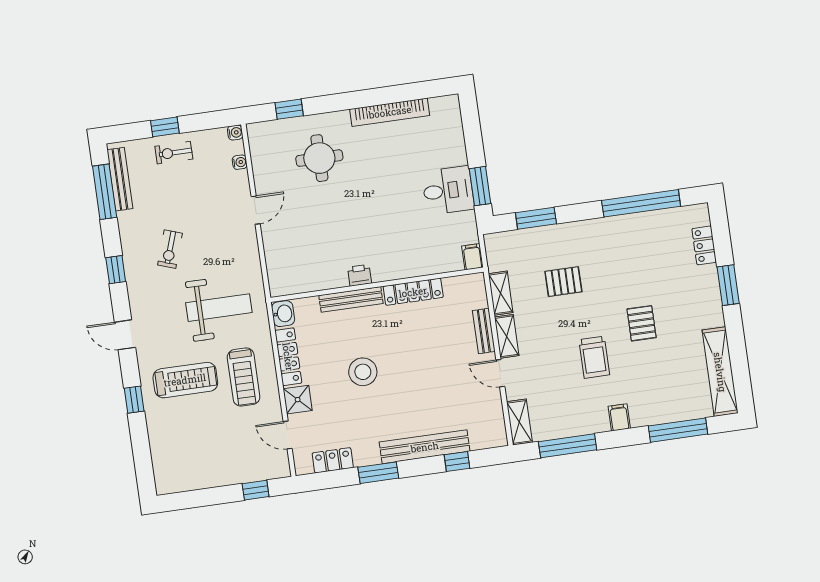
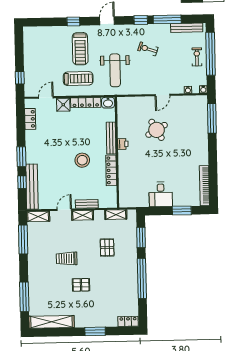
window: (289, 109) -> (212, 118), width x2.17
bookcase: (390, 112) -> (204, 186), moved
window: (165, 127) -> (211, 54), width x3.17
round table: (319, 158) -> (157, 130), moved, turned -30
window: (480, 186) -> (182, 210), moved
window: (105, 192) -> (167, 19), moved
window: (641, 203) -> (142, 278), moved
door: (256, 210) -> (162, 95), hinge flipped
locker: (704, 245) -> (128, 321), moved
filing cabinet: (472, 257) -> (125, 203), removed
shelving: (501, 293) -> (116, 215), moved
stool: (363, 372) -> (82, 160), moved
treadmill: (244, 377) -> (78, 79), turned 180
filing cabinet: (619, 417) -> (34, 268), removed
bench: (425, 447) -> (32, 187), moved
window: (378, 473) -> (21, 157), moved

